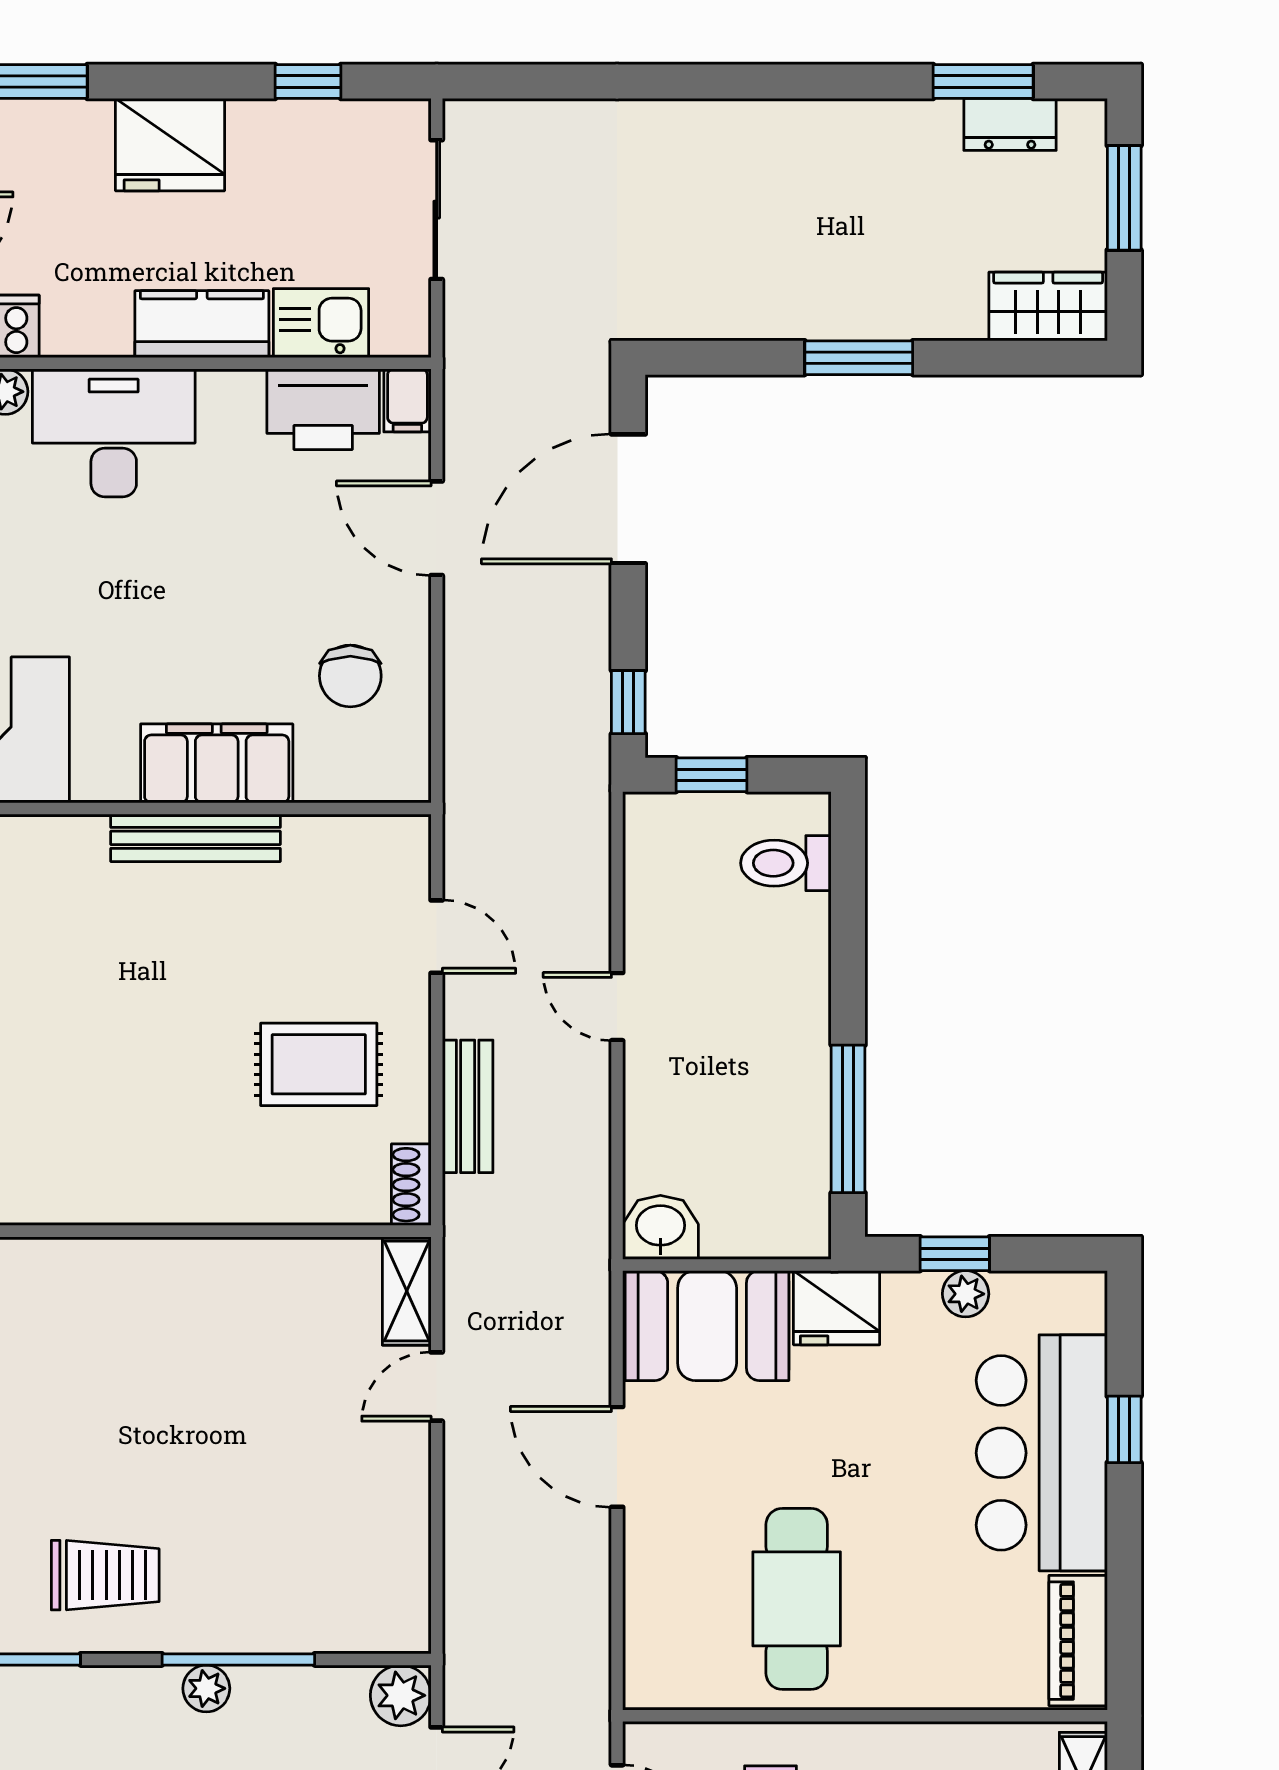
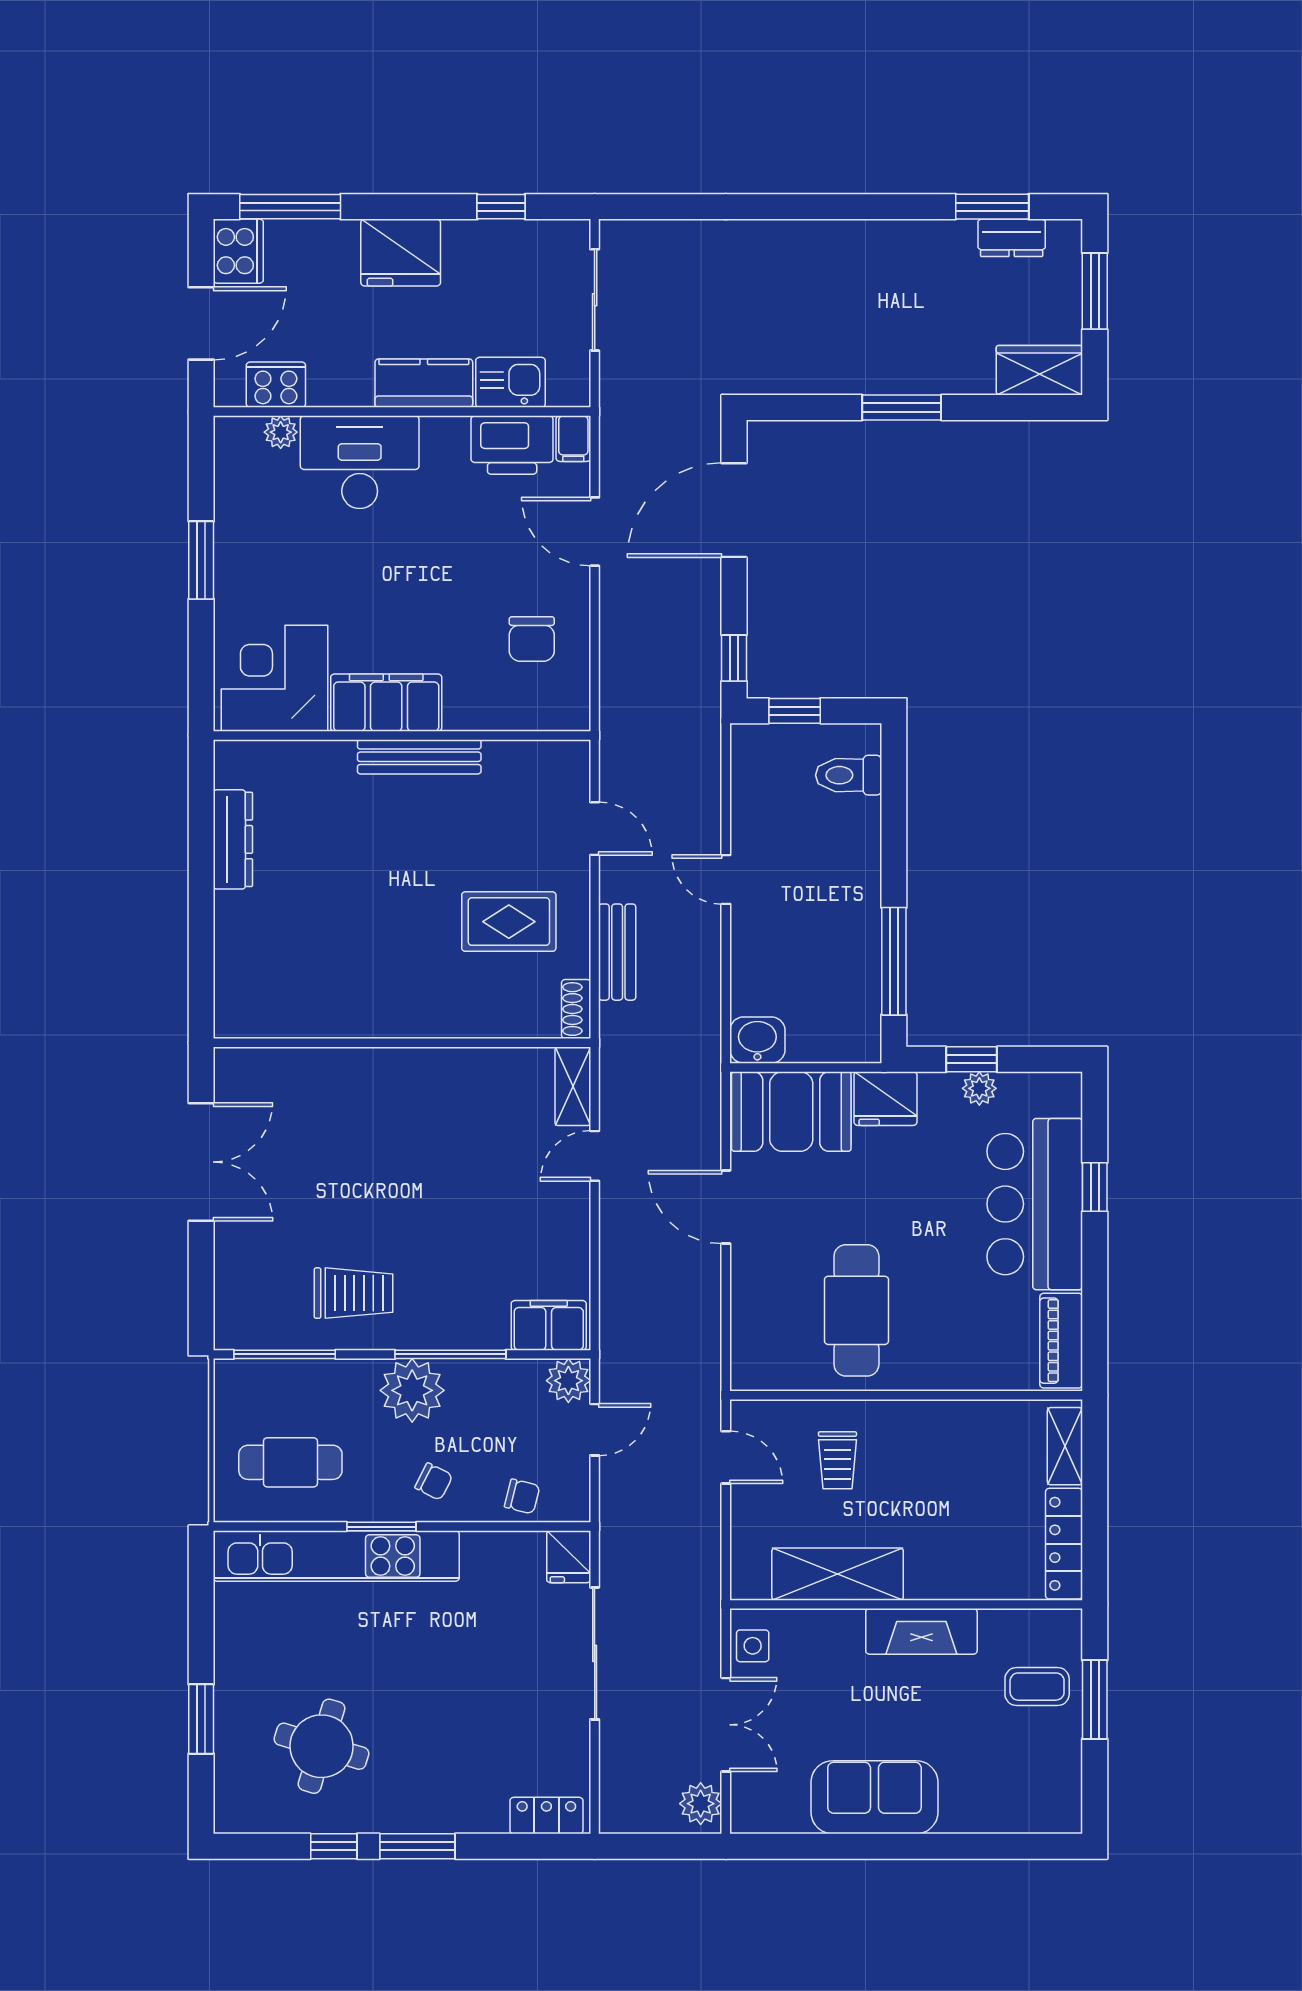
filing cabinet: (217, 763) -> (386, 703), moved
filing cabinet: (374, 1619) -> (549, 1325), added
plant: (206, 1688) -> (412, 1390), width x1.88, depth x1.88

